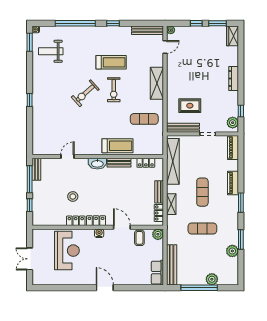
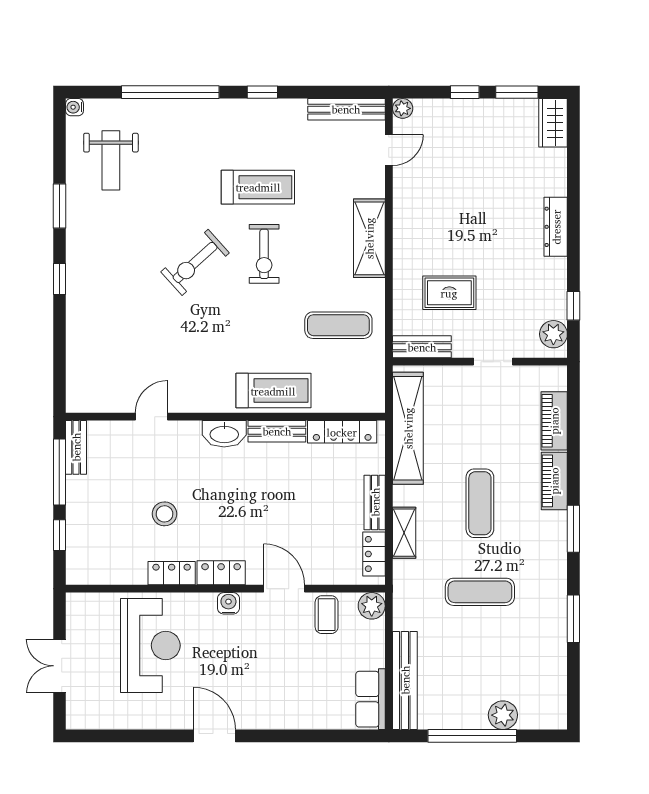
window: (30, 42) -> (59, 206), moved
weight bench: (51, 51) -> (111, 160), turned -90
bench: (183, 128) -> (422, 347), width x0.73
piano: (233, 147) -> (554, 421), moved
locker: (146, 163) -> (342, 432), width x1.53
plant: (232, 251) -> (553, 646), removed
door: (105, 288) -> (214, 736), moved

